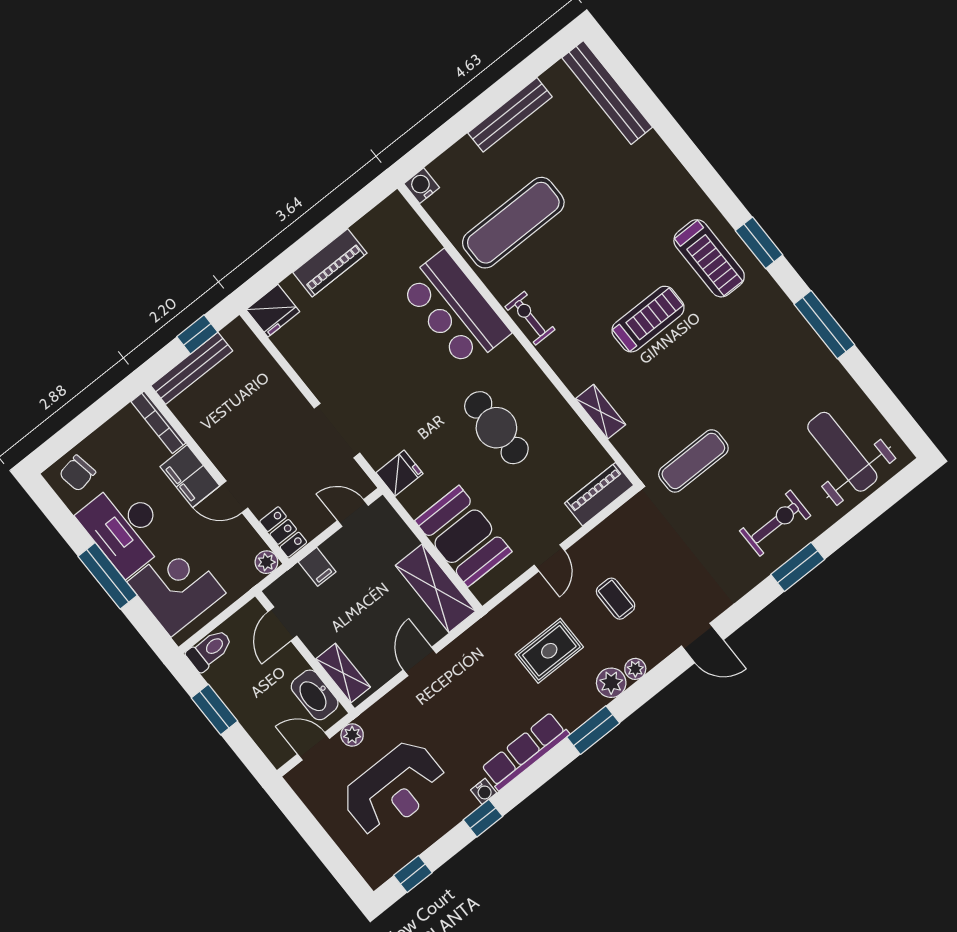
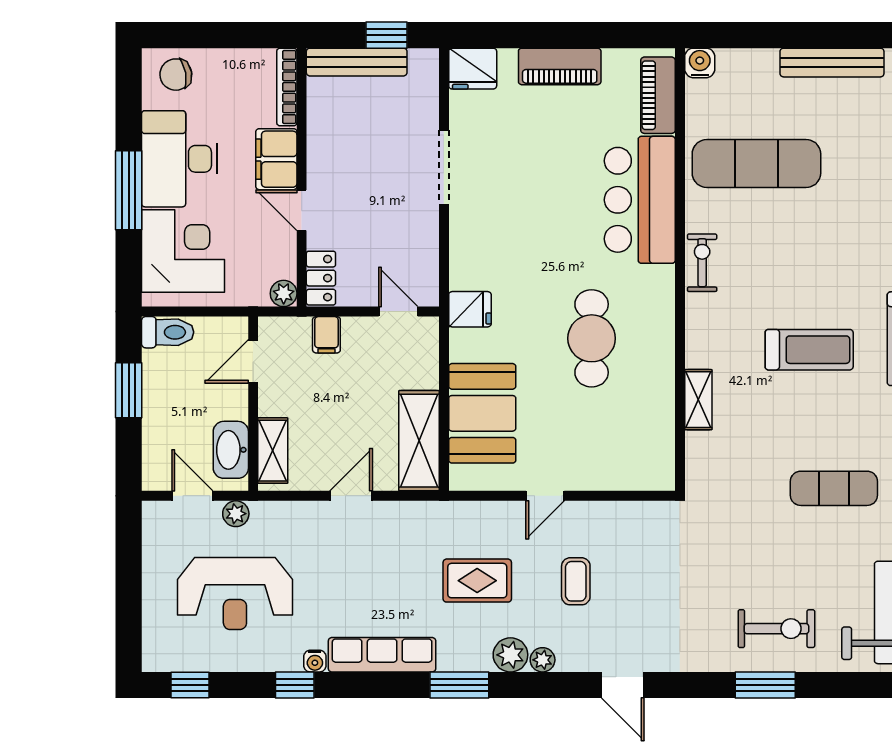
doorway: (337, 431) -> (444, 167), moved
exercise mat: (693, 461) -> (834, 488), moved
piano: (599, 494) -> (658, 95), moved, turned -90

